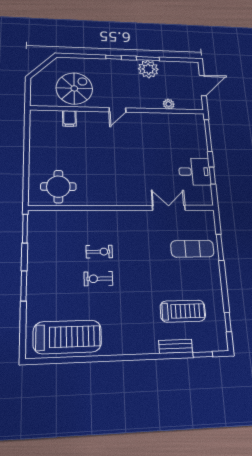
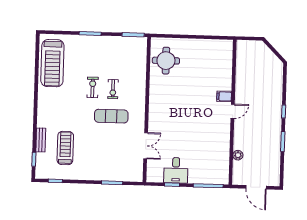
plant: (148, 69) -> (272, 141), removed
spiral stairs: (74, 88) -> (253, 77), removed
door: (117, 110) -> (233, 111), swing flipped
filing cabinet: (69, 118) -> (224, 96), moved
exercise mat: (192, 249) -> (111, 116), moved, turned 90
treadmill: (183, 311) -> (65, 148), turned 180

